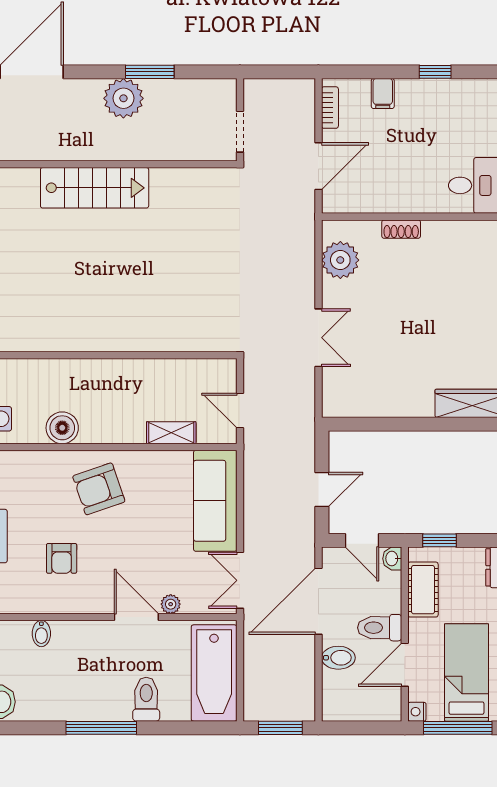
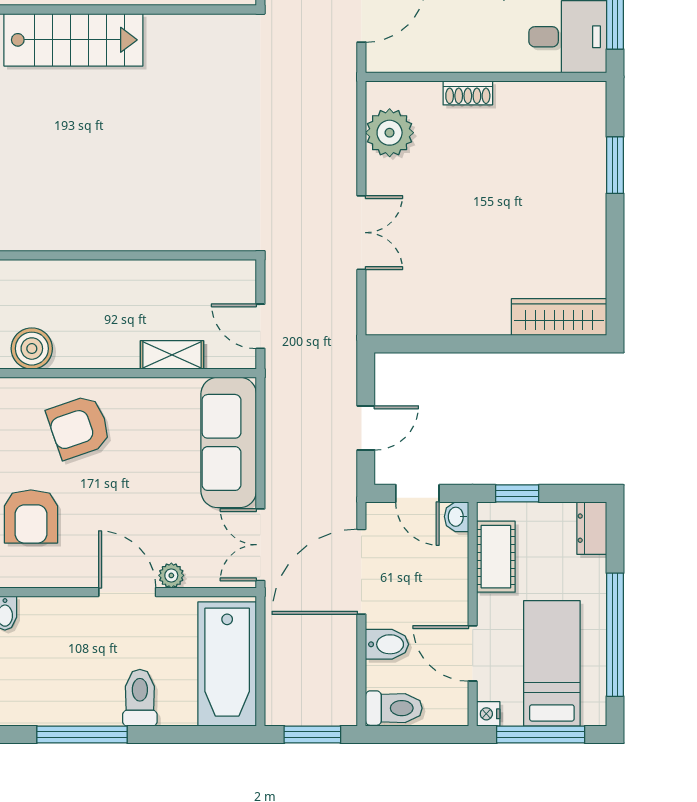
armchair: (62, 558) -> (31, 517), width x1.38, depth x1.38
toilet: (380, 628) -> (394, 708), moved, turned 180
door: (405, 665) -> (473, 653), hinge flipped

